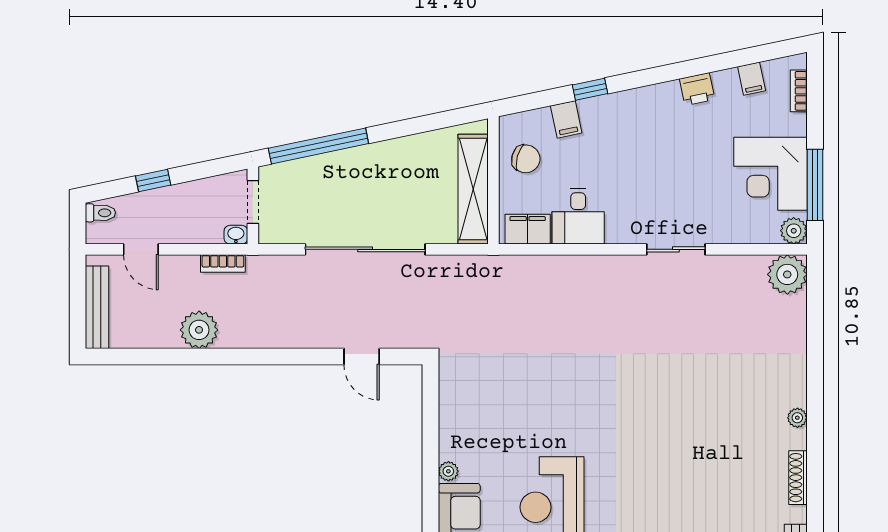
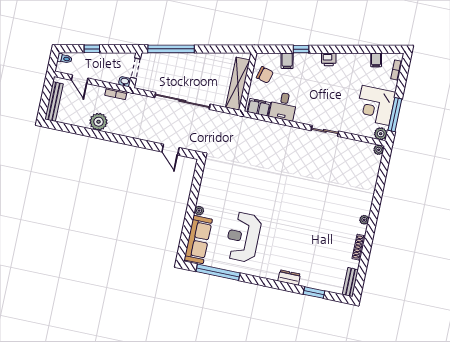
printer: (697, 89) -> (329, 59), moved
plant: (787, 274) -> (379, 150), width x0.53, depth x0.53

